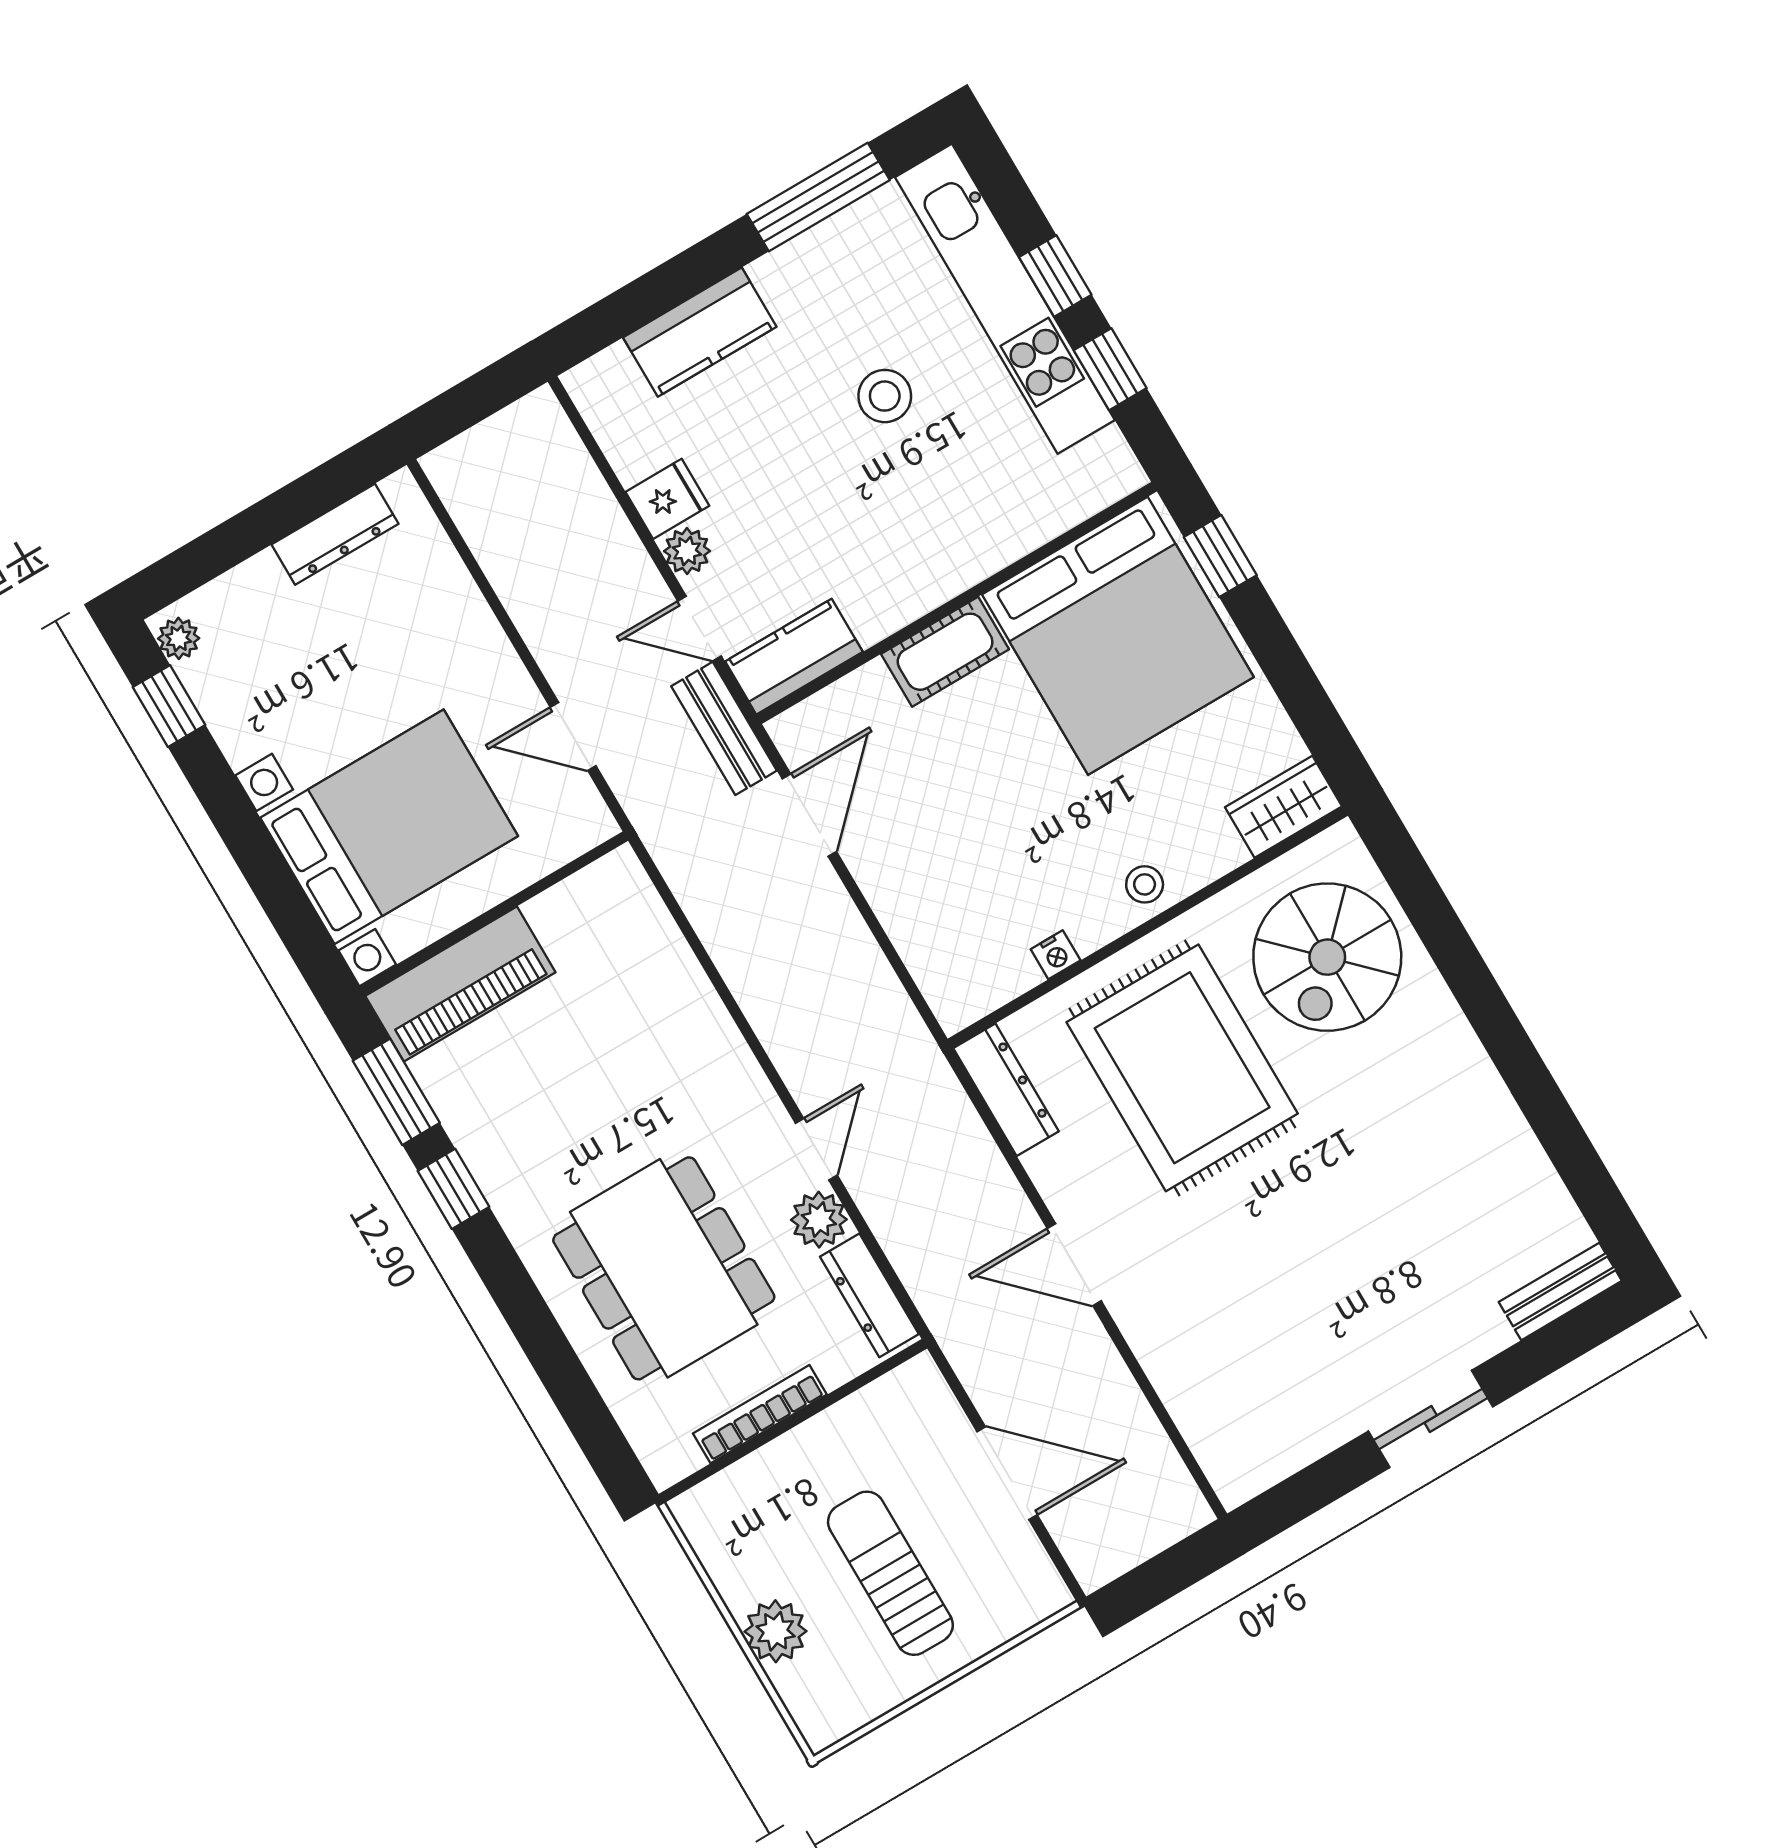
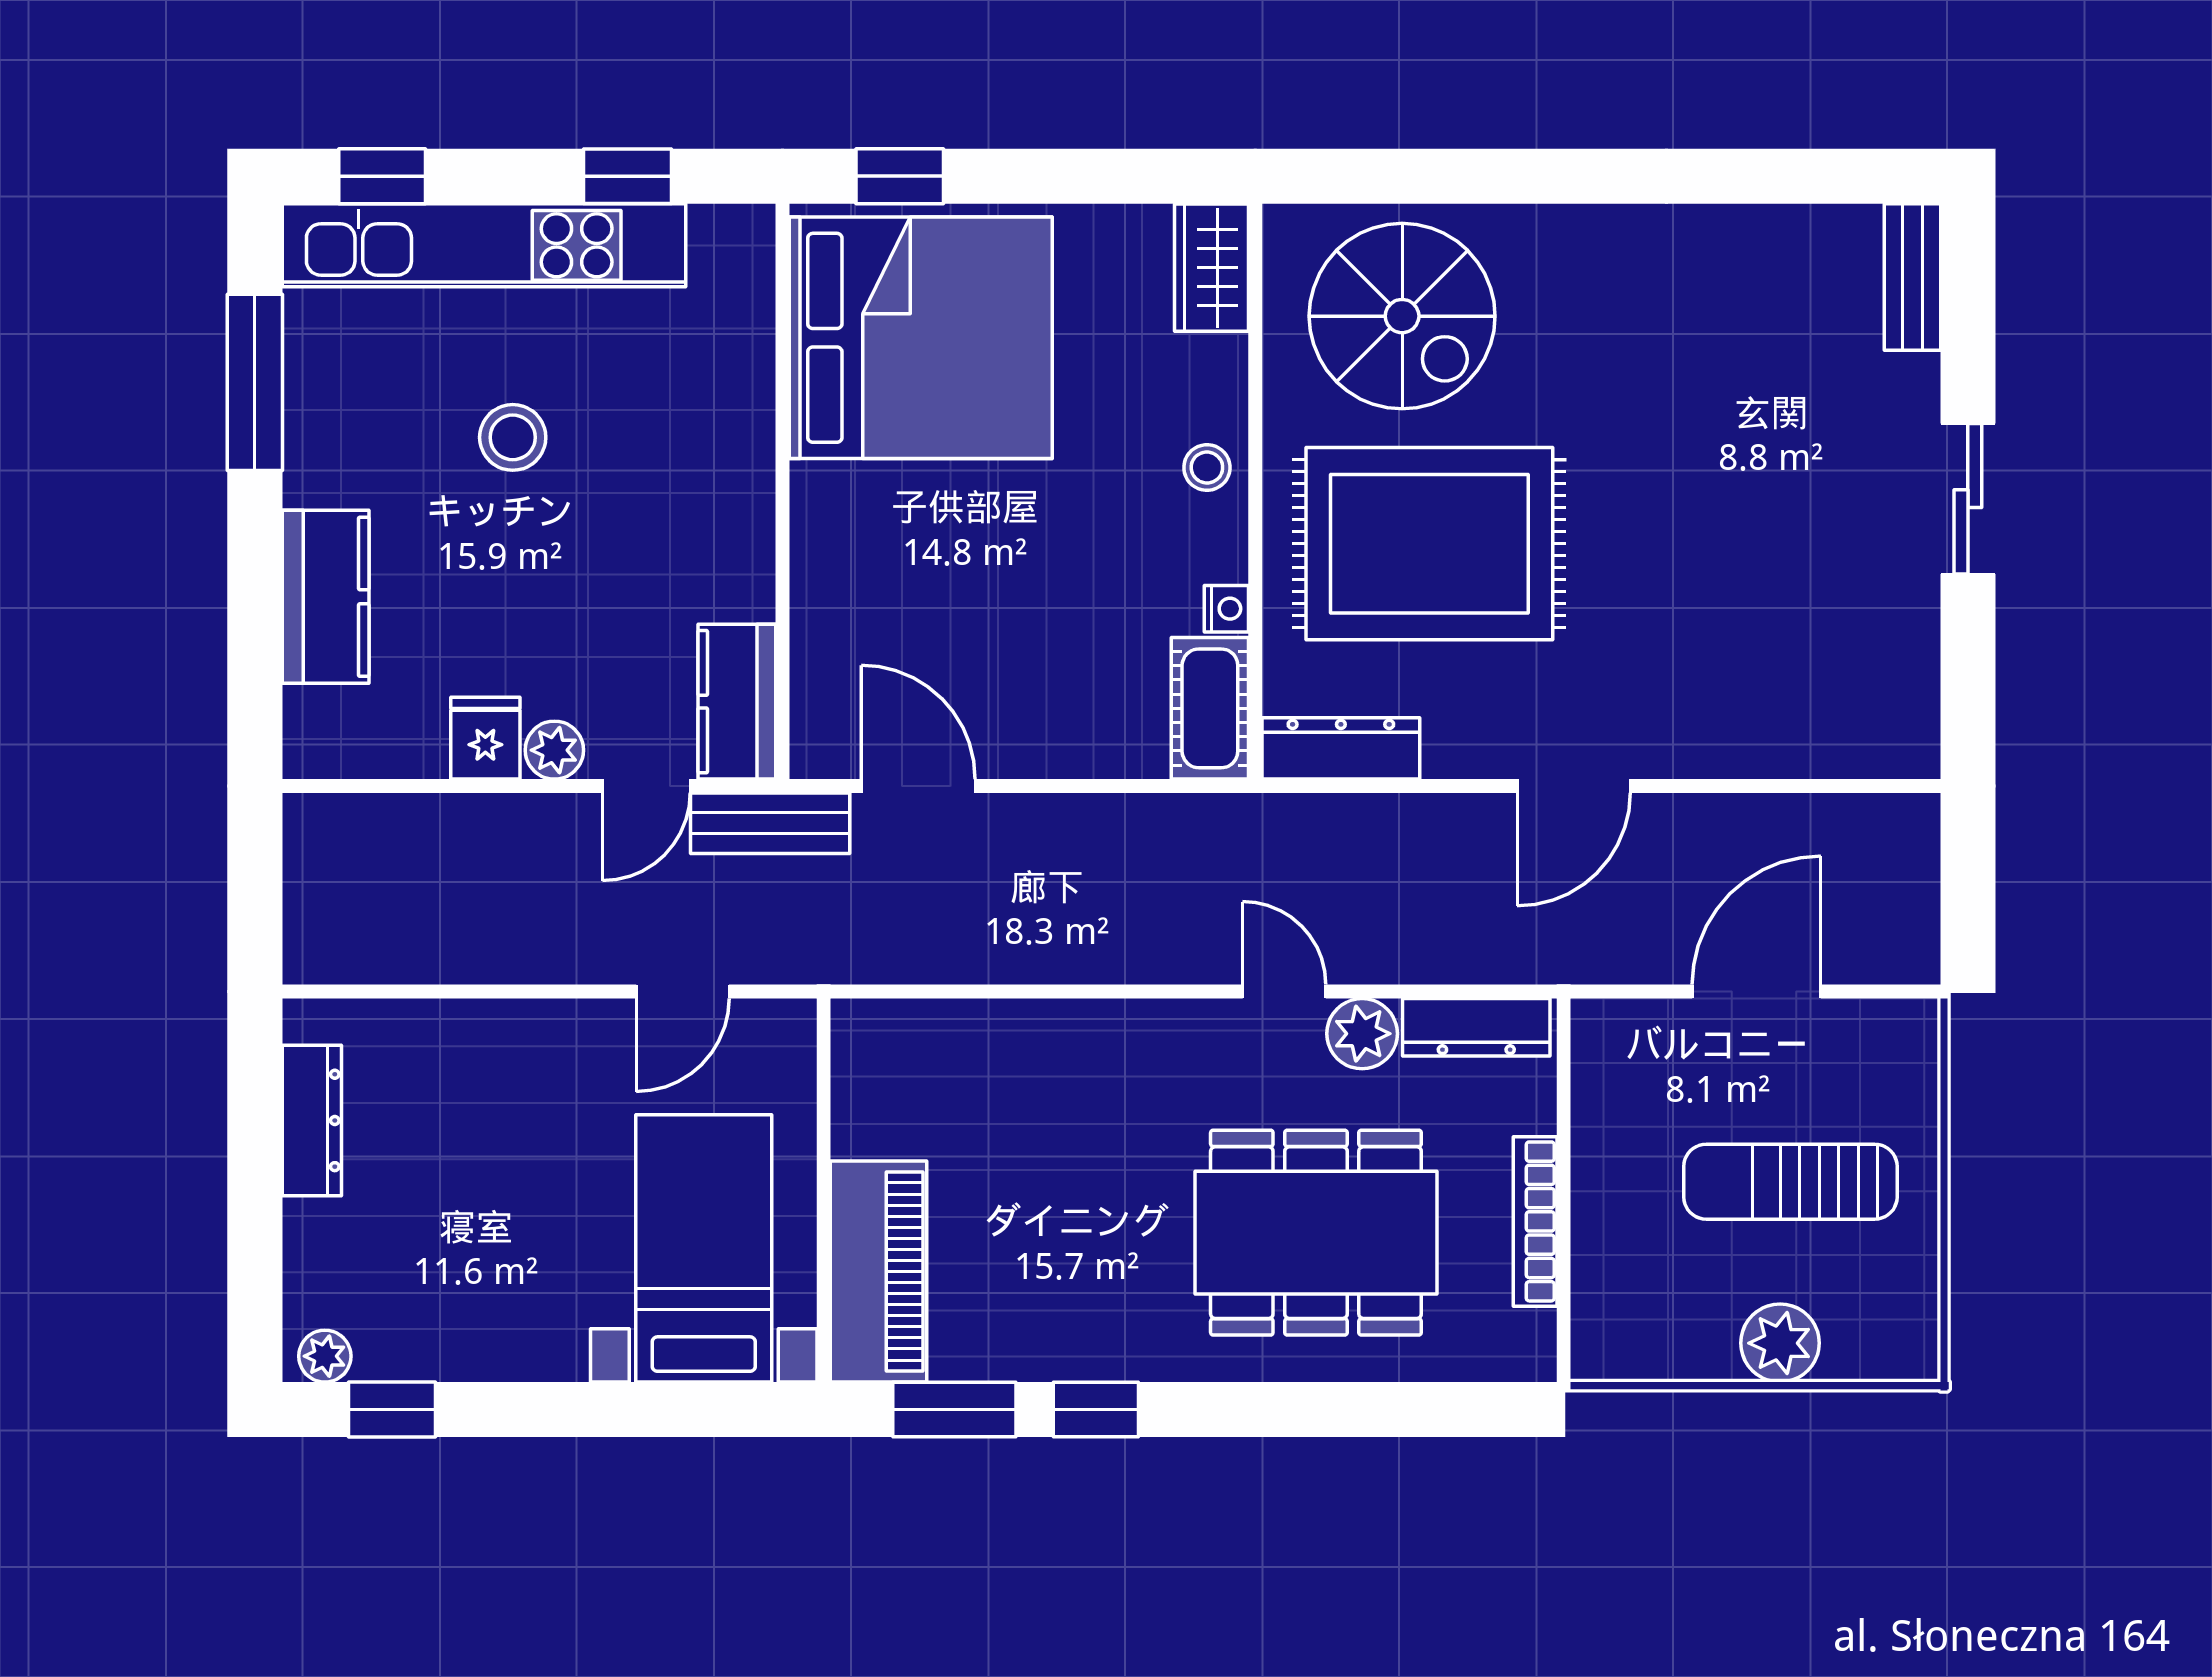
window: (1055, 276) -> (382, 176), moved
cot: (945, 652) -> (1210, 708), moved
bed with nightstands: (389, 827) -> (704, 1248), width x0.73

